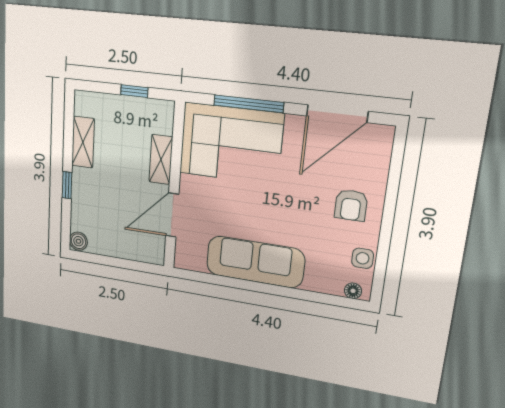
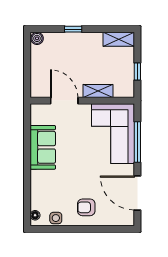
shelving: (83, 142) -> (119, 39), moved
sofa: (255, 262) -> (43, 147), width x0.73

